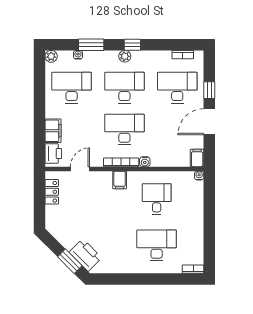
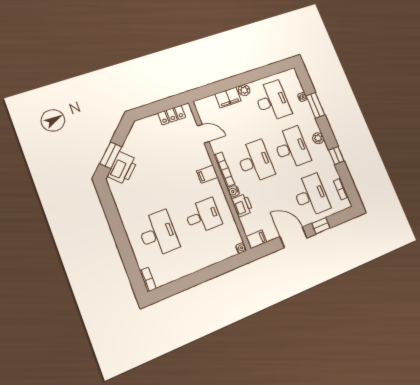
window: (132, 45) -> (336, 155), moved
plant: (51, 56) -> (244, 90), moved
printer: (53, 154) -> (242, 205), moved, turned -90

